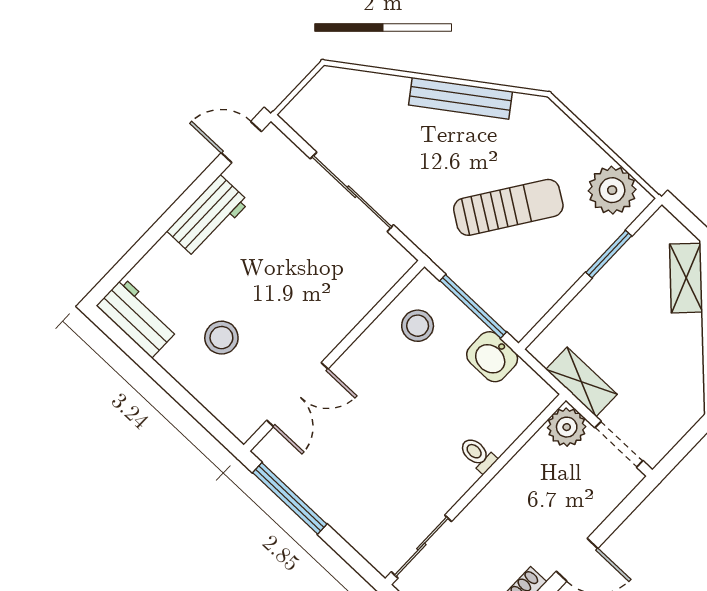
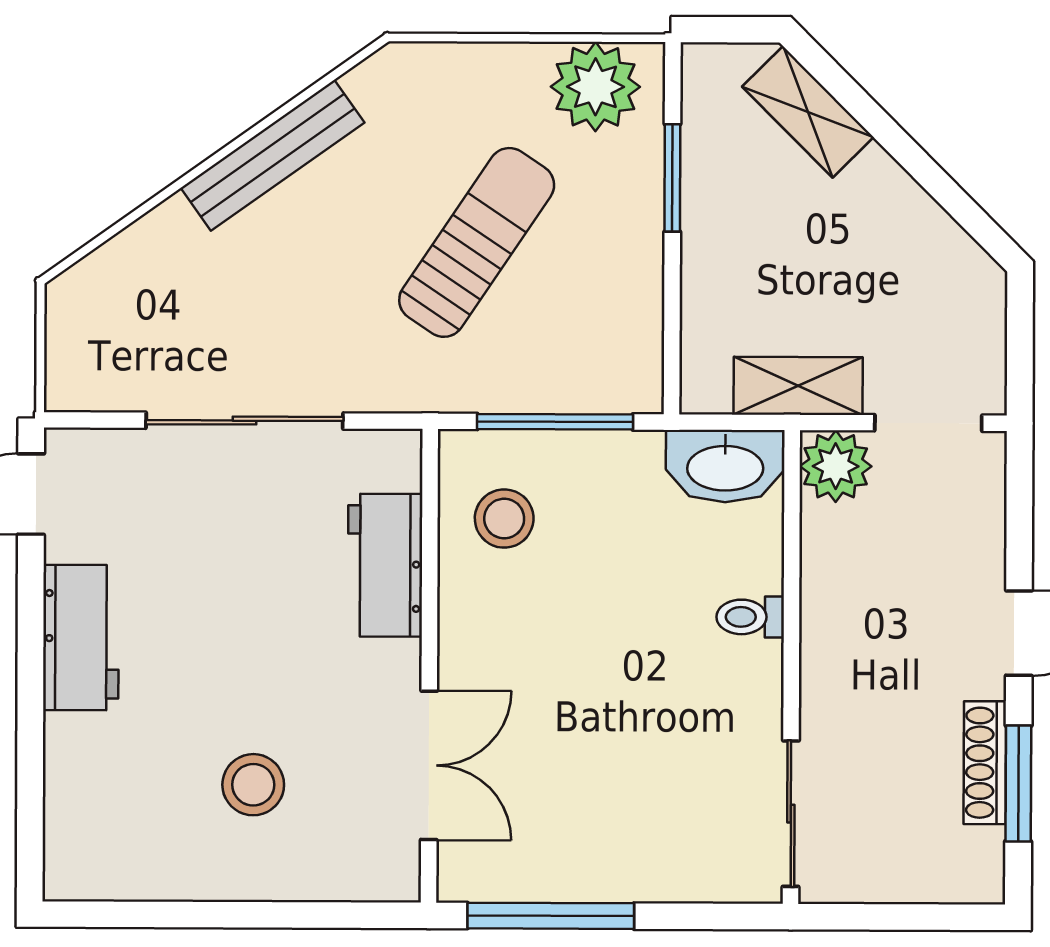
workbench: (137, 318) -> (385, 565), moved, turned -90
washbasin: (492, 357) -> (725, 466), moved, width x1.38

